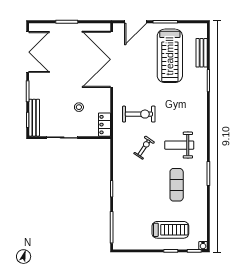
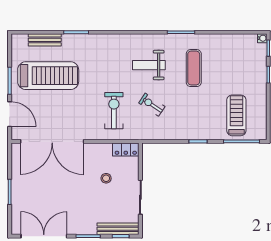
weight bench: (179, 145) -> (149, 65), turned 90
exercise mat: (177, 185) -> (194, 68), turned 90
treadmill: (170, 230) -> (236, 115), moved

